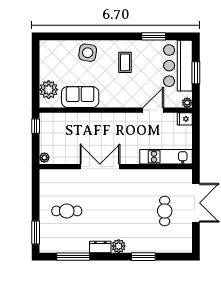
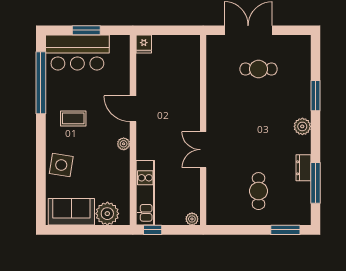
window: (154, 36) -> (41, 83), width x2.11
sofa: (80, 97) -> (71, 212), moved, turned 90
plant: (187, 103) -> (124, 144), moved
door: (153, 110) -> (133, 109), moved
kitchen unit: (166, 157) -> (145, 193), moved, turned 180
double door: (100, 167) -> (203, 150), width x0.73
dresser: (100, 247) -> (303, 168), moved

